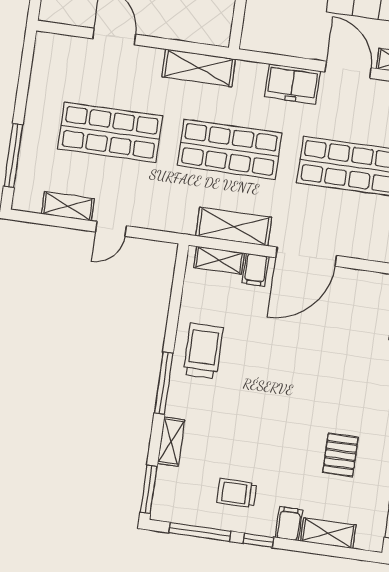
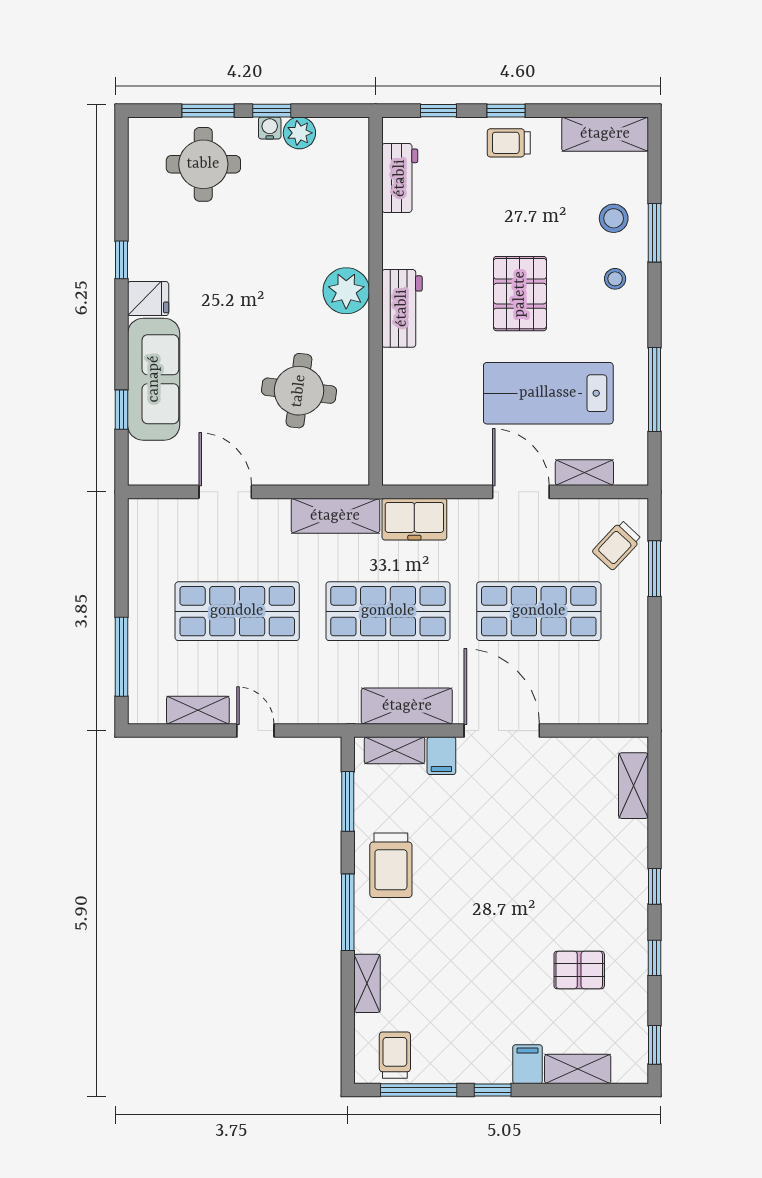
freezer: (293, 84) -> (414, 519), moved
door: (111, 229) -> (255, 731), swing flipped
door: (306, 257) -> (502, 731), swing flipped
trolley: (203, 351) -> (391, 865), turned 180
pallet: (340, 455) -> (579, 970), turned 90
window: (149, 489) -> (348, 801), moved
trolley: (237, 493) -> (395, 1055), moved, turned 90

